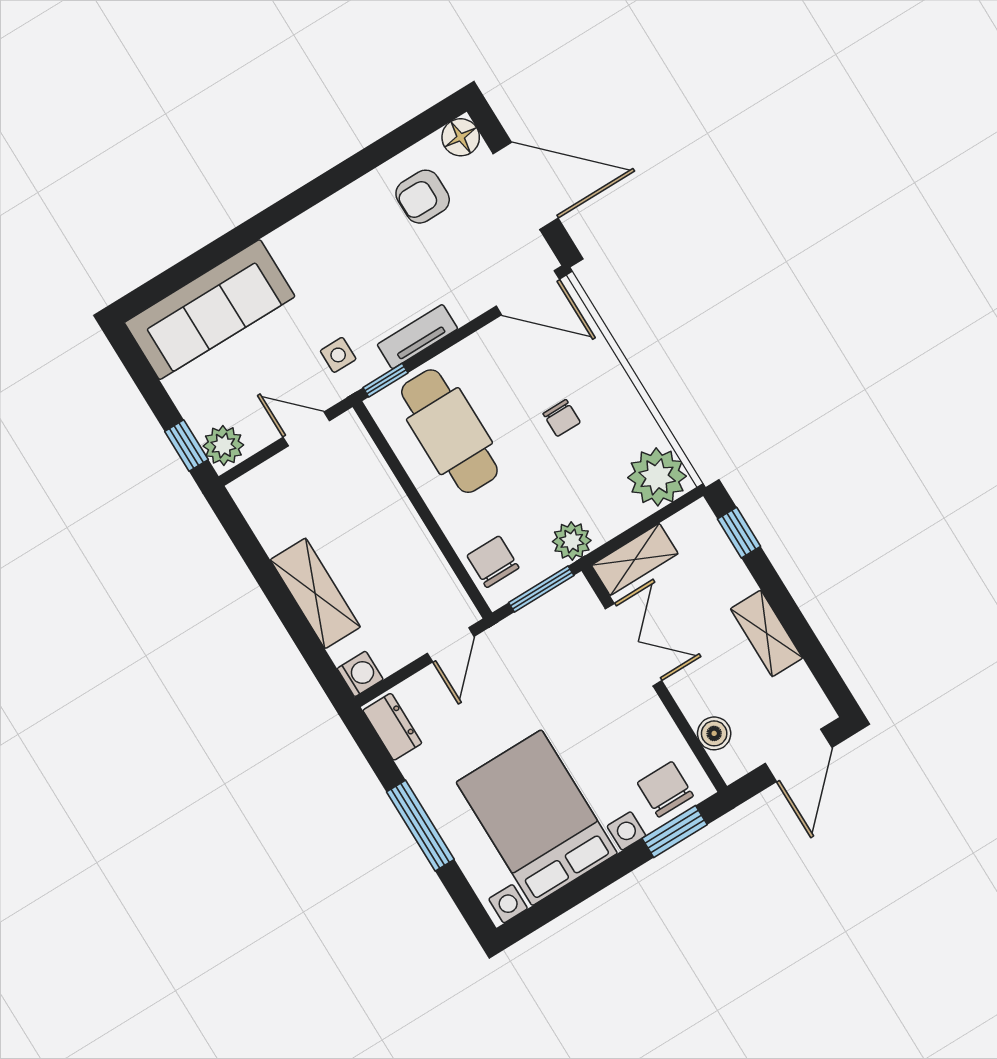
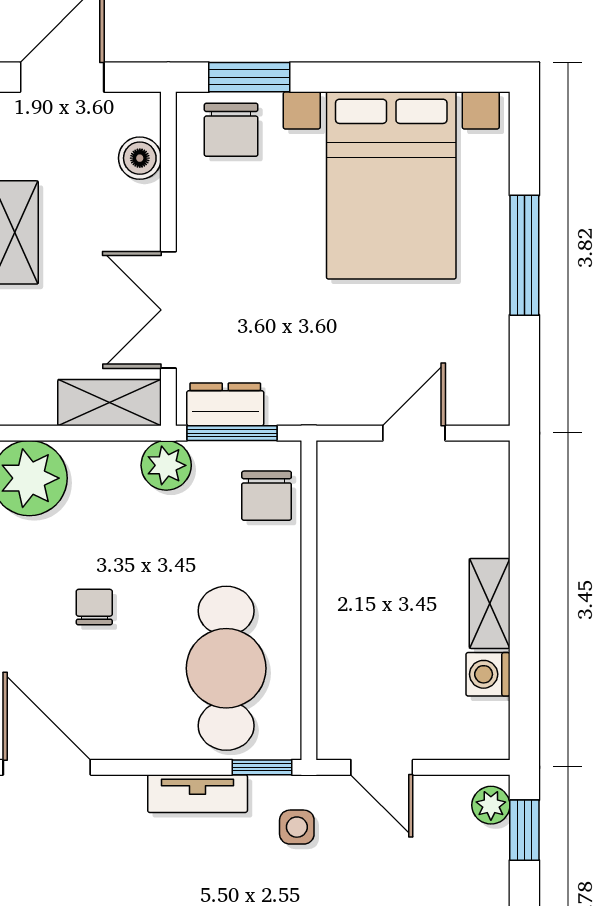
plant: (223, 445) -> (491, 805), width x0.73, depth x0.73
shelving: (315, 593) -> (490, 603), width x0.67, depth x0.75
door: (451, 645) -> (414, 433), moved
washing machine: (360, 674) -> (488, 674), moved
dresser: (392, 727) -> (225, 404), moved, turned 90

